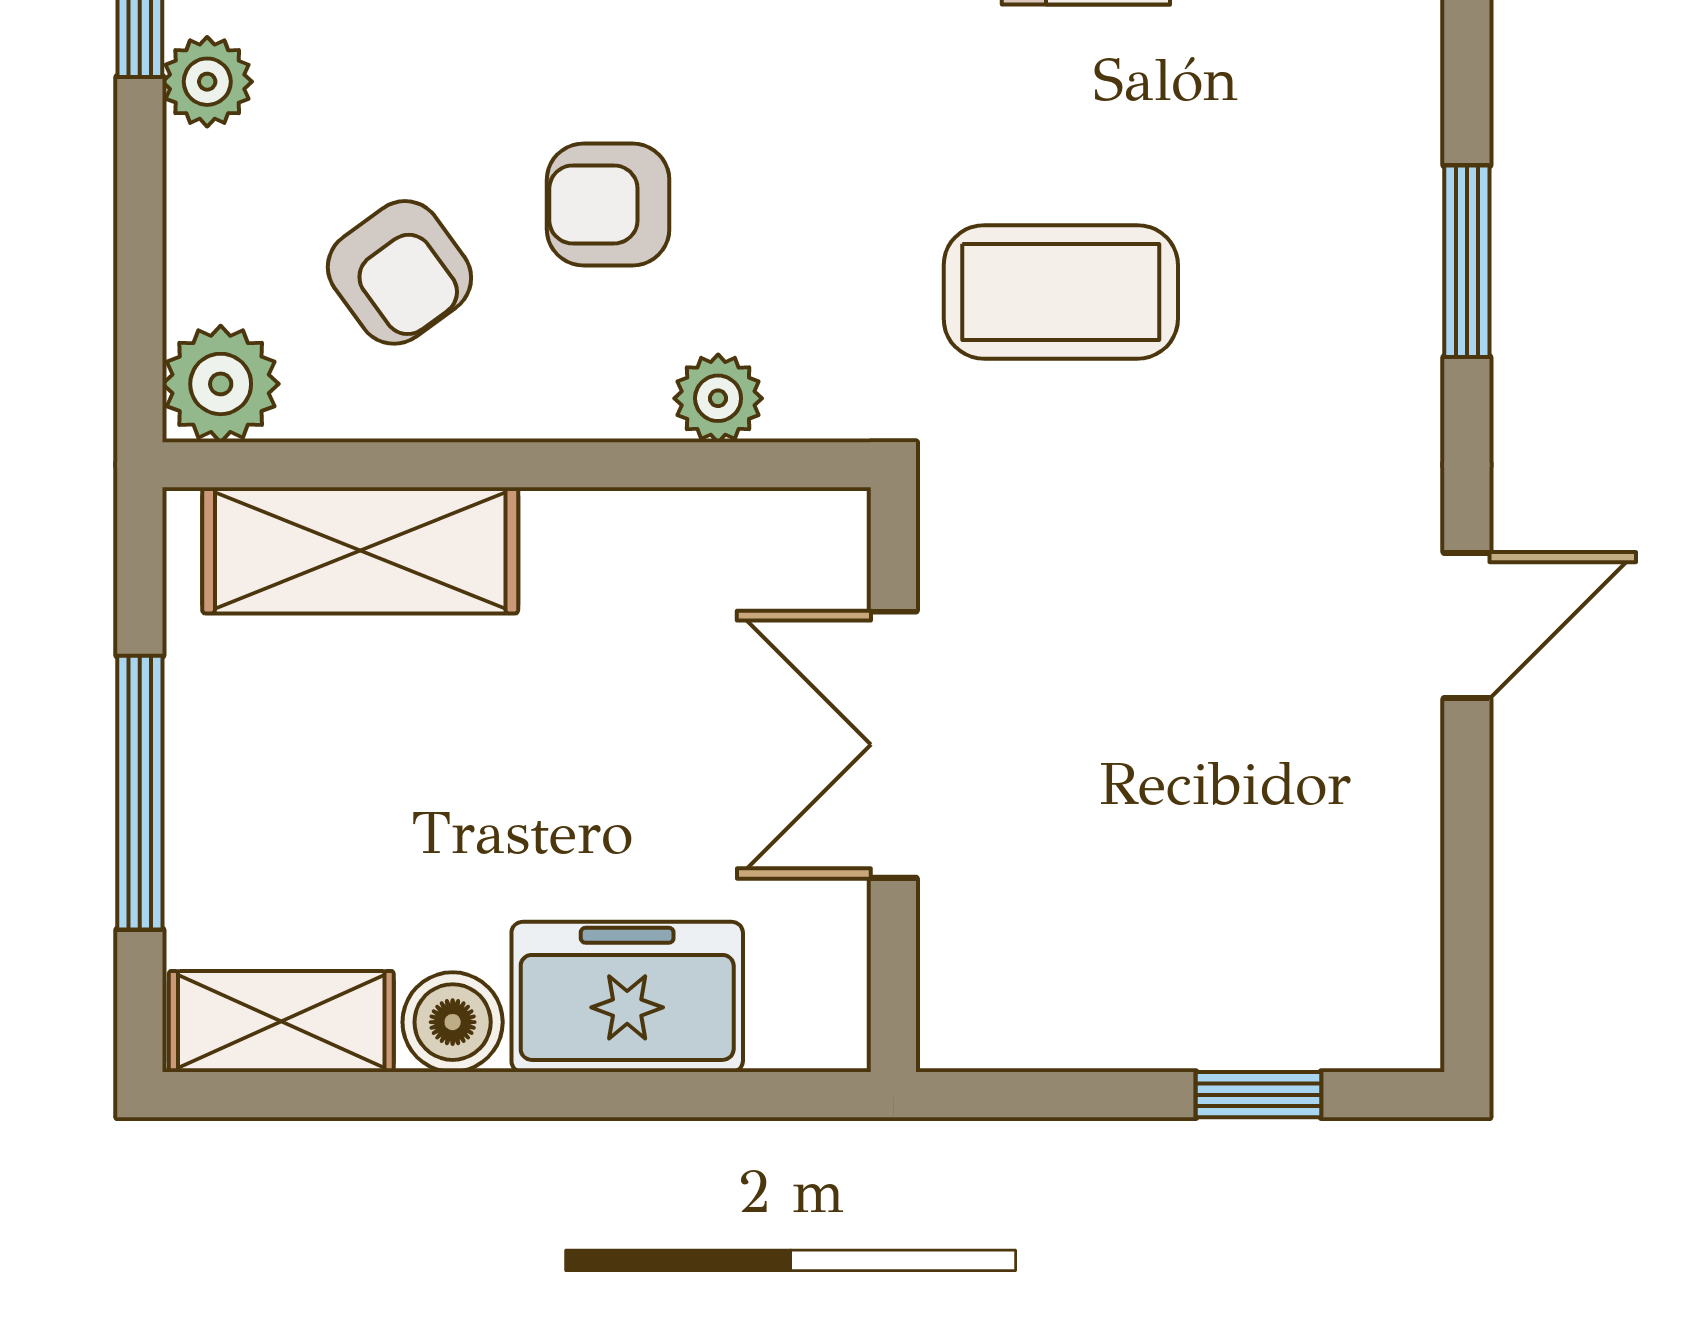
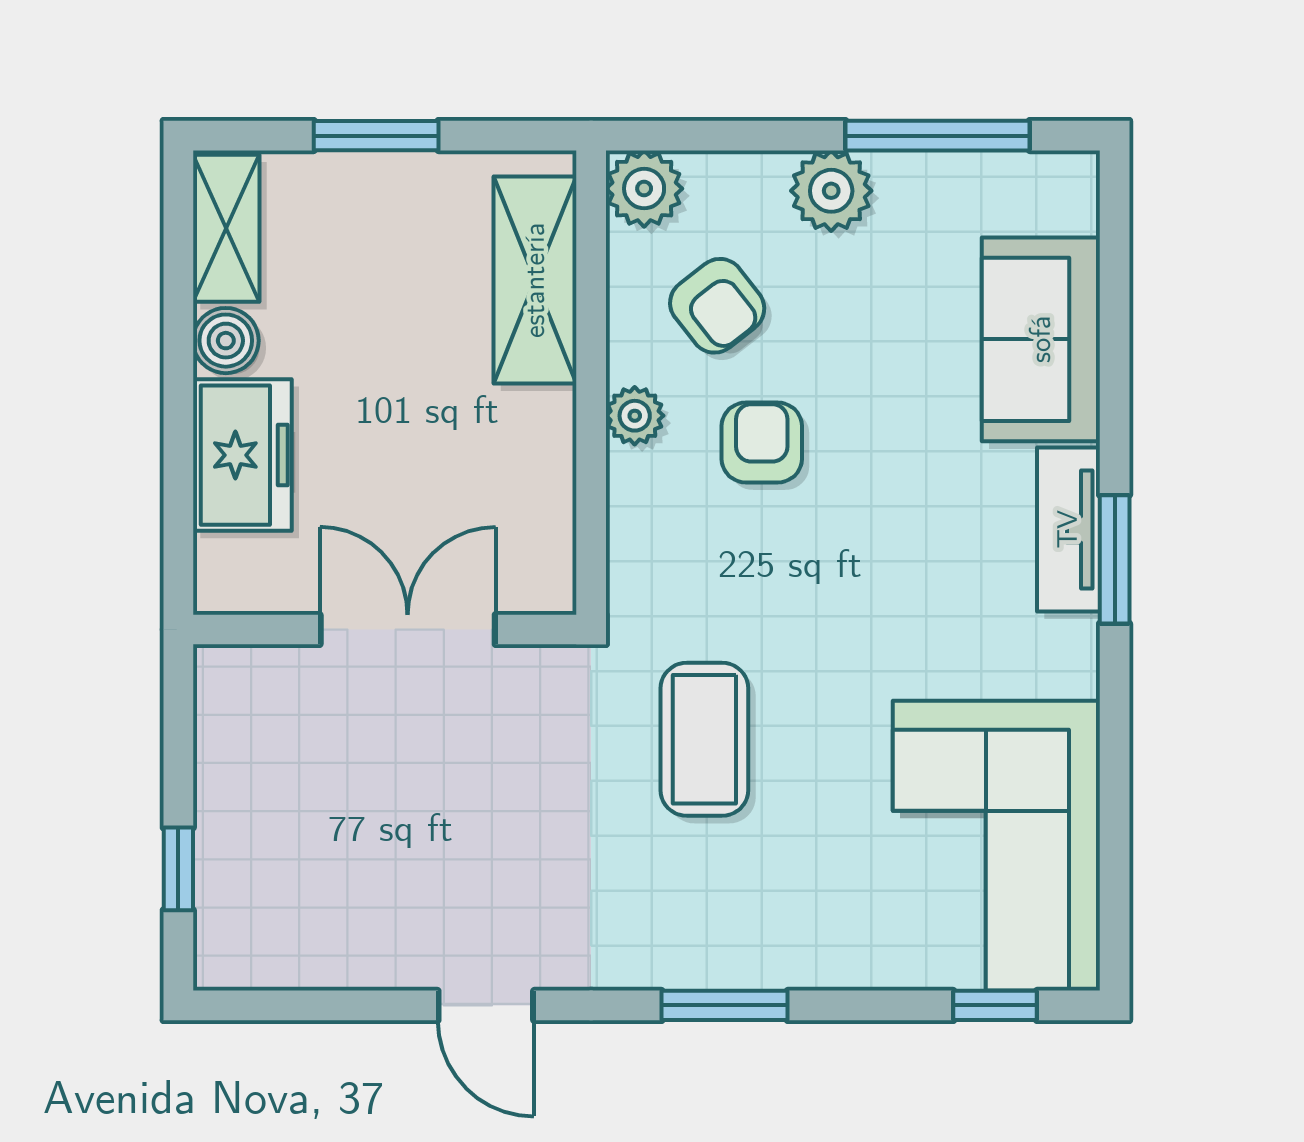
plant: (207, 82) -> (831, 191), width x1.38, depth x1.38
armchair: (399, 272) -> (717, 306), turned -92
plant: (718, 398) -> (635, 416), moved
window: (140, 793) -> (376, 136), width x0.69

